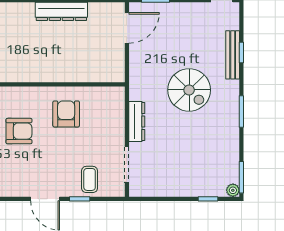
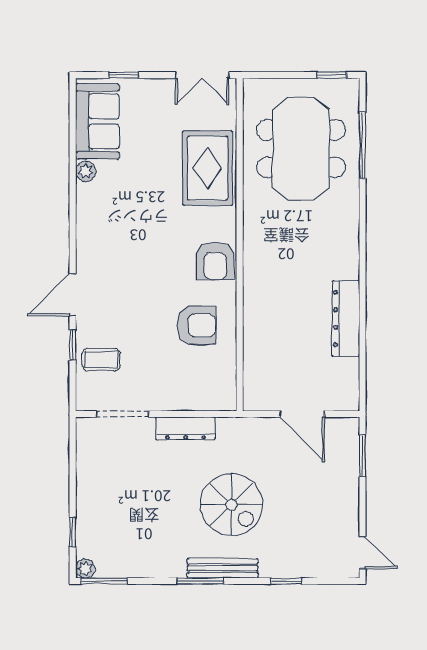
door: (127, 28) -> (302, 414), moved
bench: (233, 55) -> (223, 568), moved
spiral stairs: (189, 90) -> (231, 505), turned -90
armchair: (19, 131) -> (215, 261), moved

